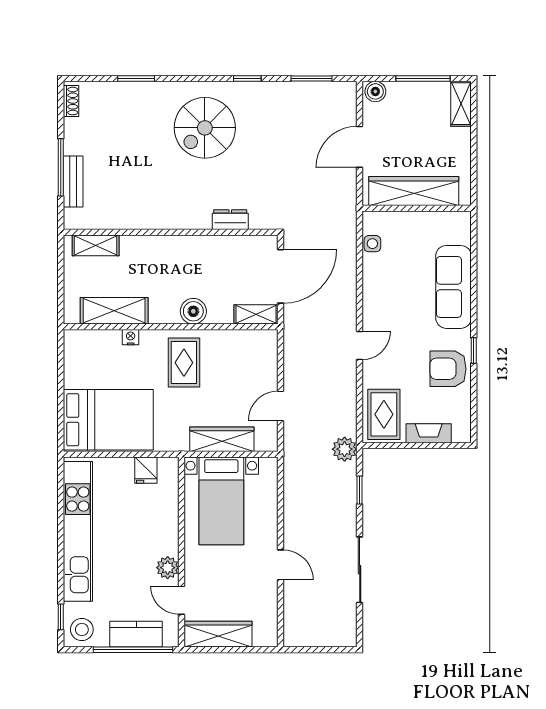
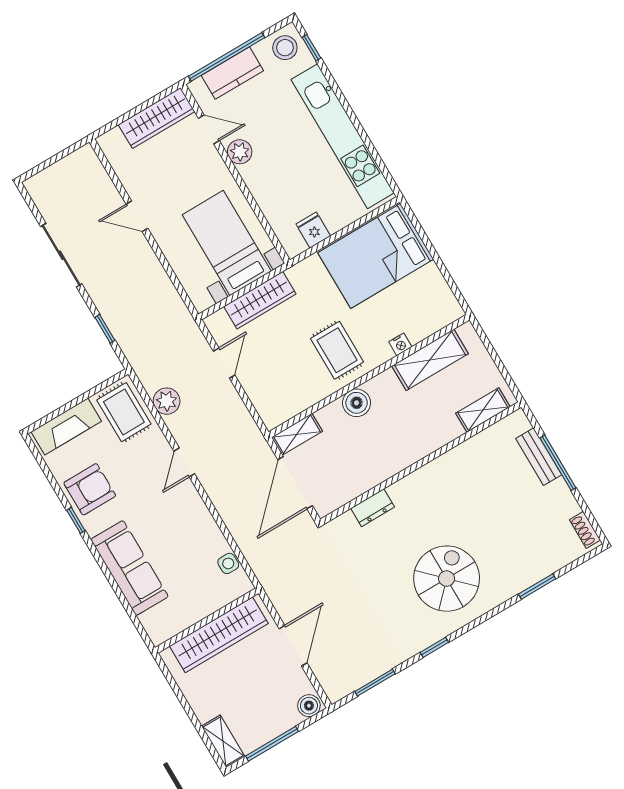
fireplace: (429, 433) -> (66, 427), width x1.37, depth x1.32
plant: (345, 449) -> (167, 401), moved

